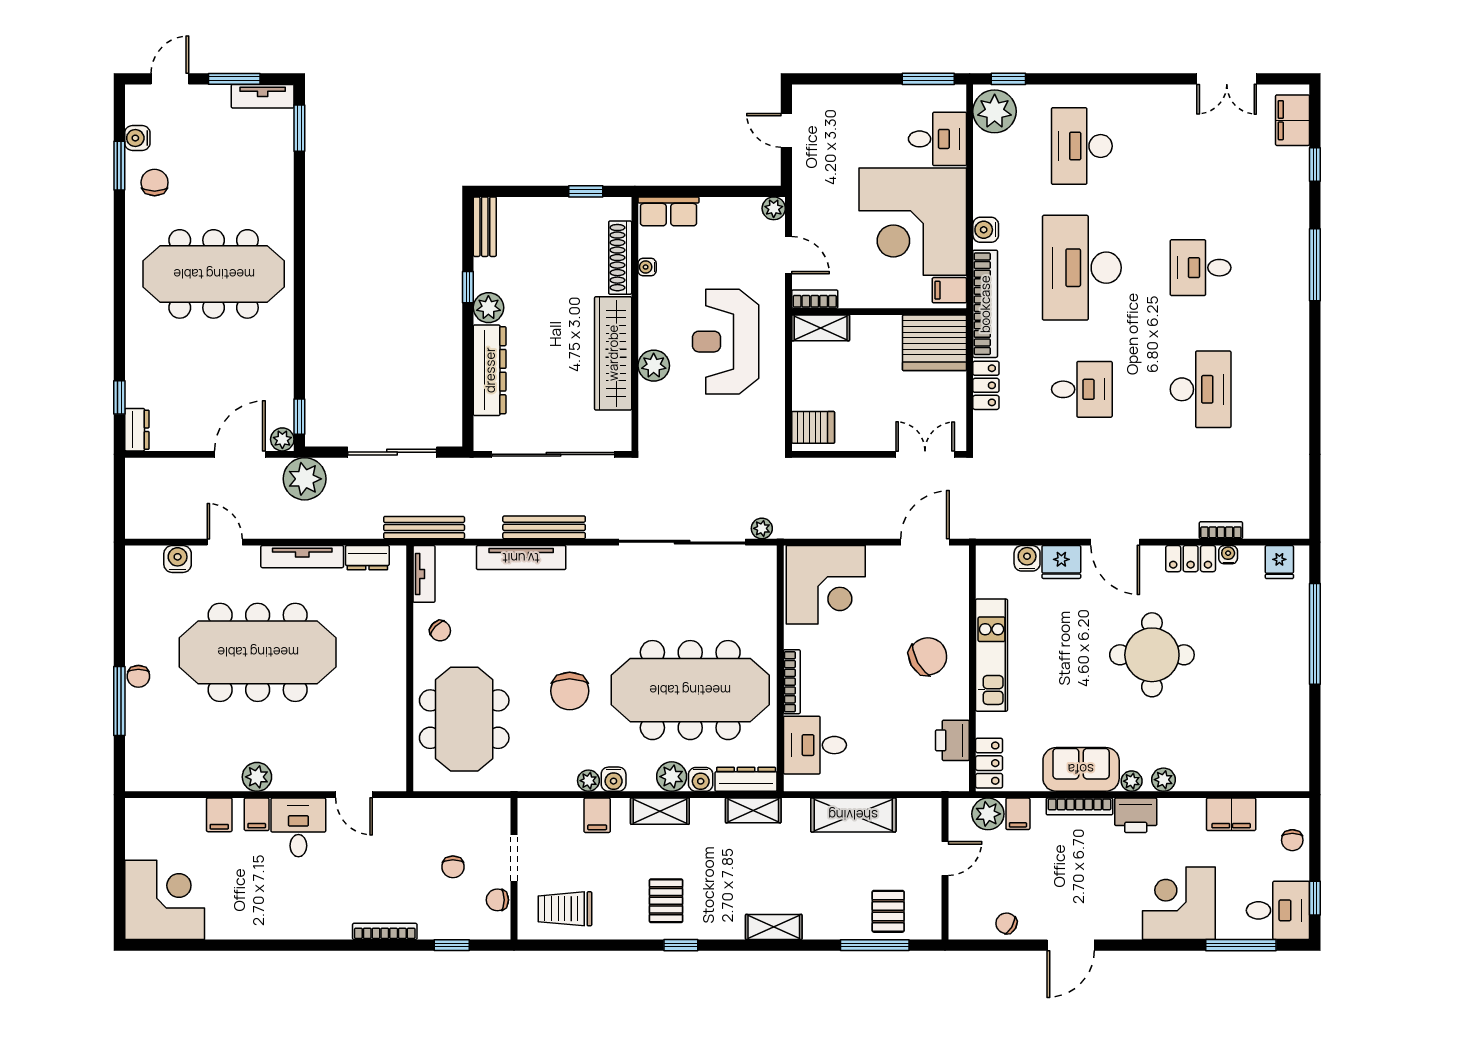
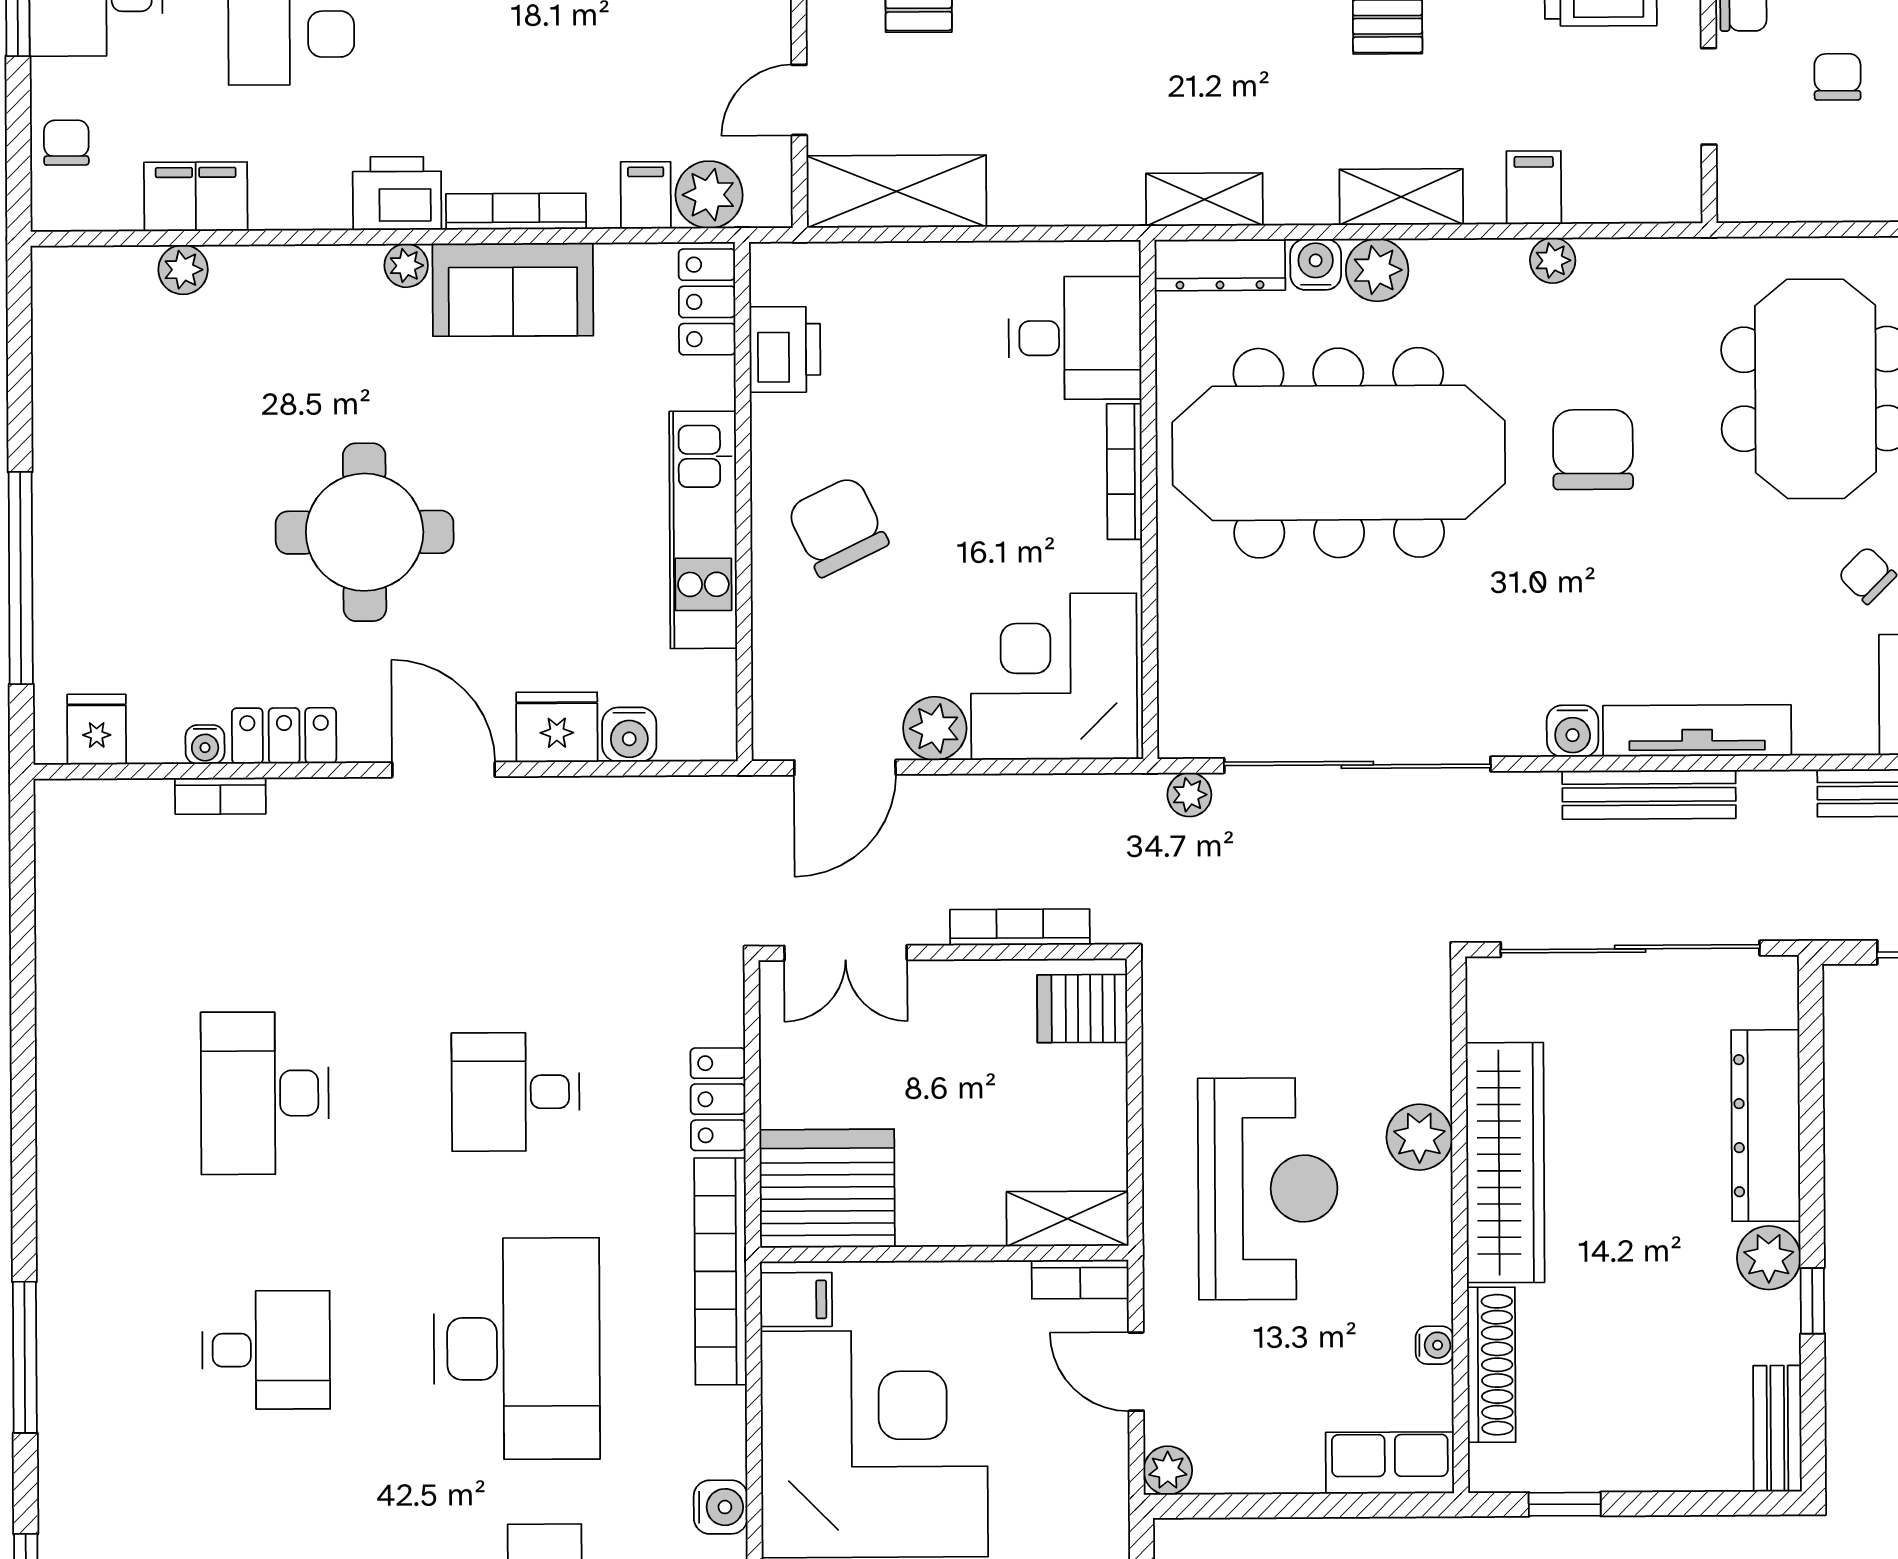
water cooler: (986, 230) -> (721, 1507), moved
bookcase: (842, 466) -> (1020, 927), added
plant: (882, 560) -> (935, 728), added
chair: (928, 656) -> (838, 526), turned 93
water cooler: (614, 779) -> (1573, 731), moved, turned 180
plant: (1164, 780) -> (183, 270), moved
shelving: (853, 815) -> (896, 191), moved

